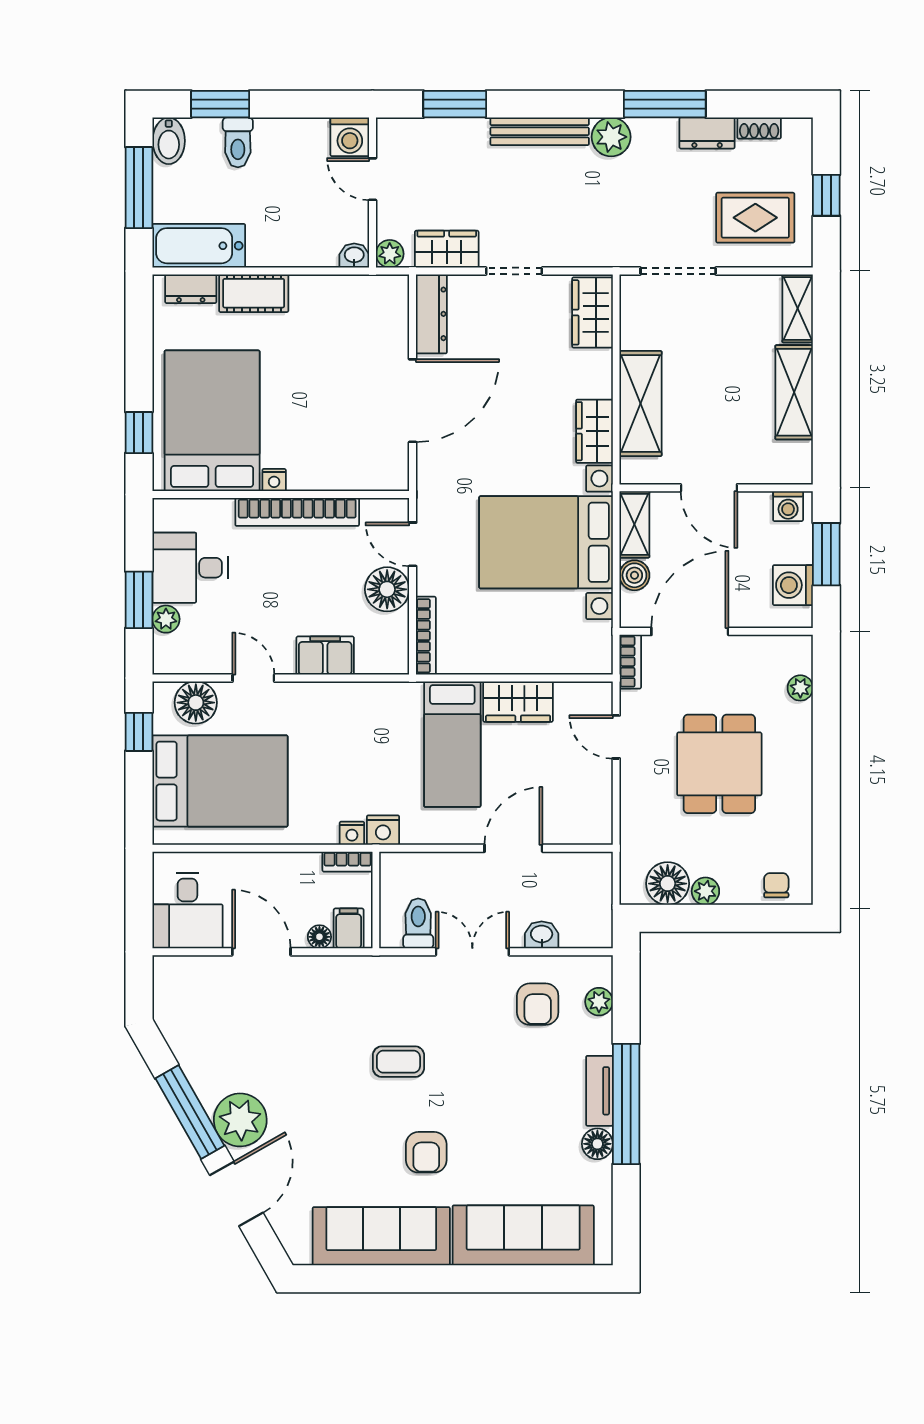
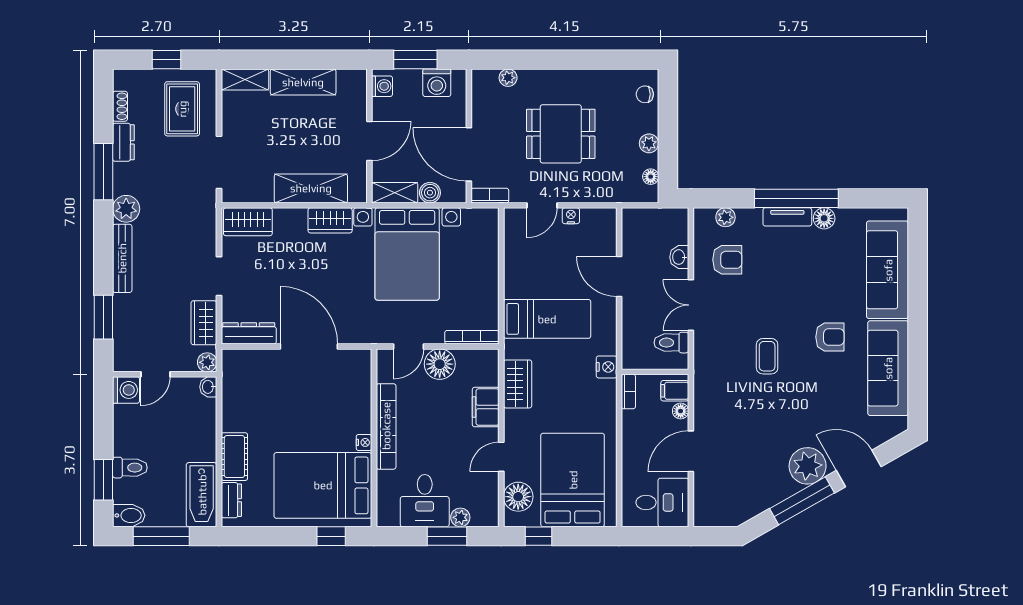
wardrobe: (518, 702) -> (518, 384), moved
nightstand: (352, 833) -> (571, 216), moved, turned -90
floor lamp: (668, 884) -> (651, 177), width x0.53, depth x0.53

